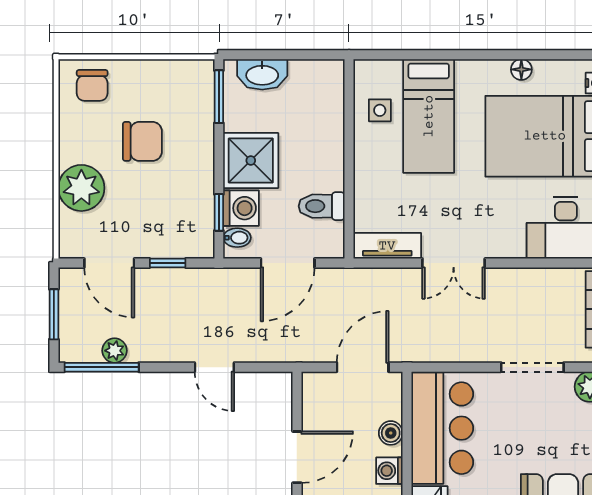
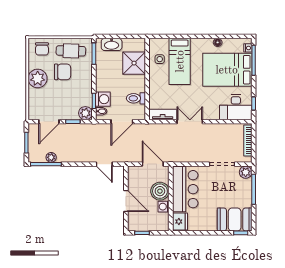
cafe table: (163, 90) -> (71, 51), added
shower: (251, 160) -> (134, 63), moved
plant: (81, 188) -> (38, 78), moved
plant: (198, 242) -> (85, 113), added
door: (109, 263) -> (49, 122), hinge flipped
double door: (454, 263) -> (190, 122), swing flipped
door: (214, 367) -> (104, 164), moved
door: (363, 367) -> (153, 164), hinge flipped
boiler: (391, 433) -> (160, 191), width x1.86, depth x1.86
door: (297, 457) -> (126, 201), hinge flipped

